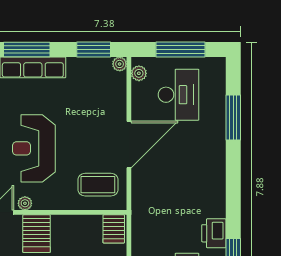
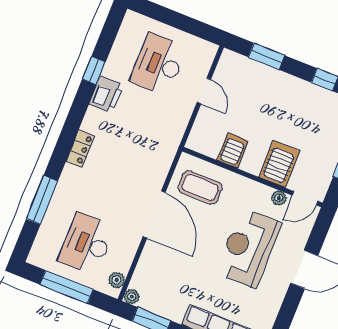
door: (129, 144) -> (154, 215), swing flipped
reception desk: (34, 148) -> (248, 248), turned 180
locker: (218, 177) -> (80, 148), added
server rack: (114, 229) -> (233, 151), moved

